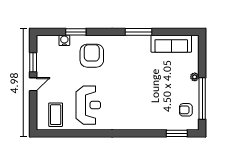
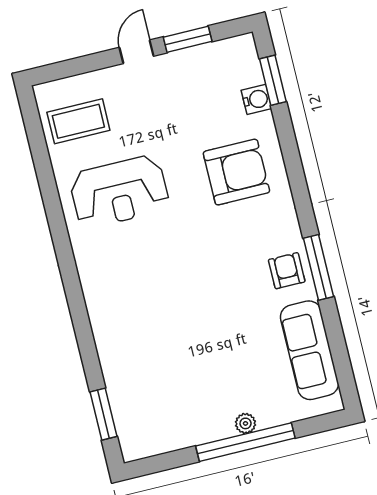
window: (76, 32) -> (273, 80), moved
door: (33, 84) -> (137, 52), swing flipped
window: (202, 99) -> (245, 442), moved
armchair: (186, 110) -> (287, 271), moved

